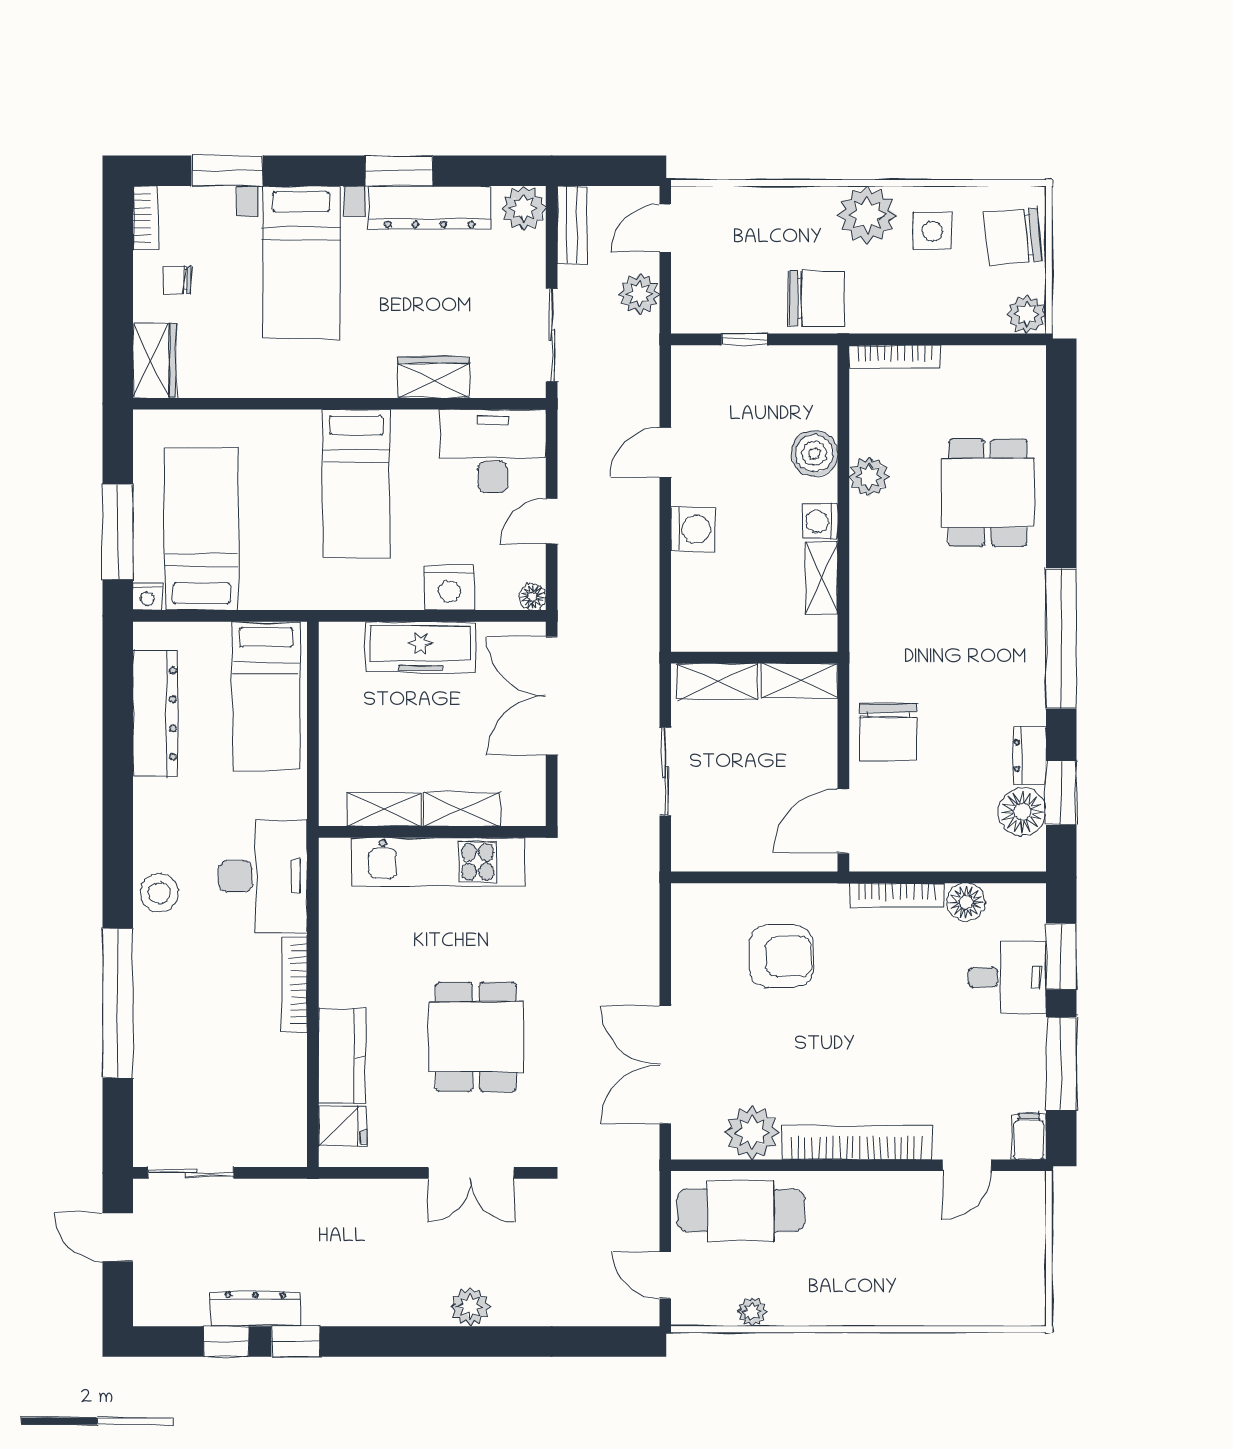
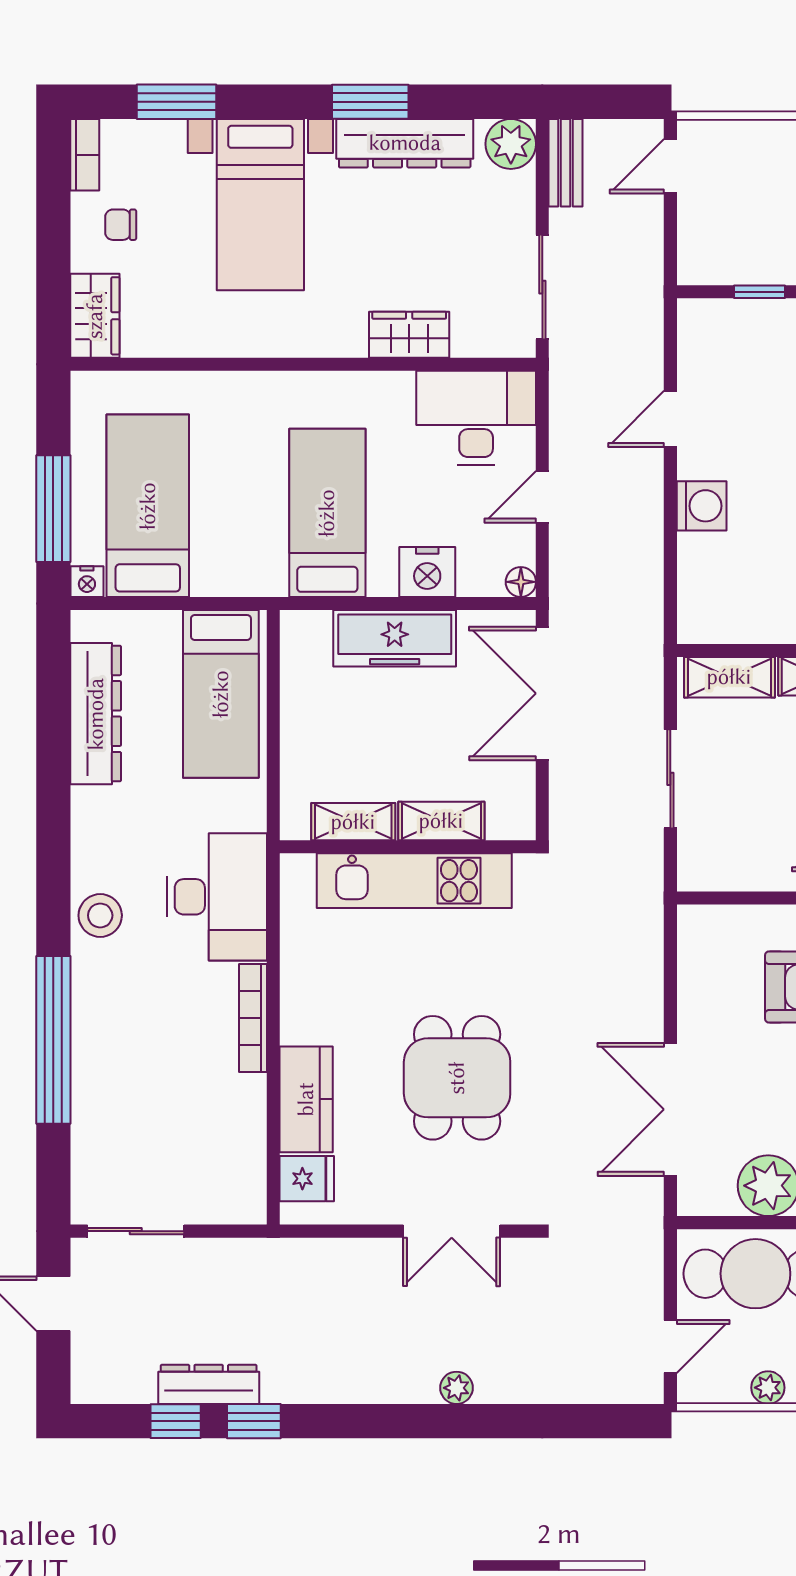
plant: (639, 294) -> (641, 240), removed
bed: (356, 484) -> (327, 513), moved, turned 180
door: (665, 1275) -> (670, 1346), swing flipped
plant: (470, 1307) -> (456, 1388), width x0.73, depth x0.73

